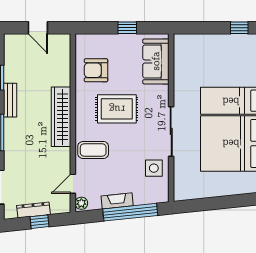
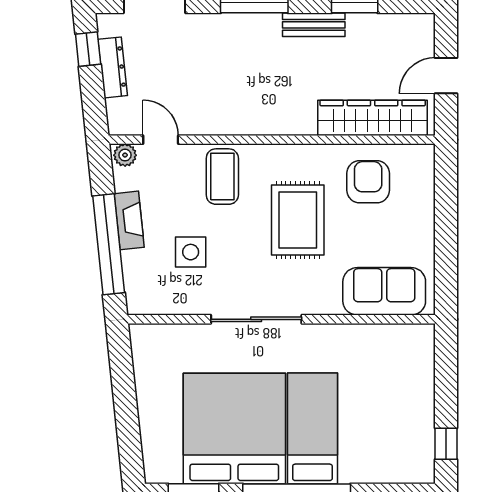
window: (127, 28) -> (446, 239), removed
wardrobe: (61, 117) -> (373, 118), moved
side table: (154, 168) -> (191, 252), moved
window: (39, 222) -> (88, 49), moved

